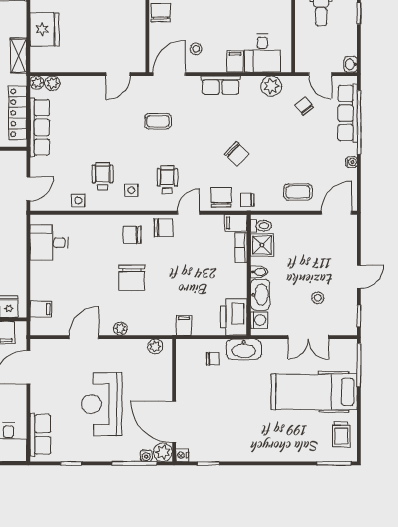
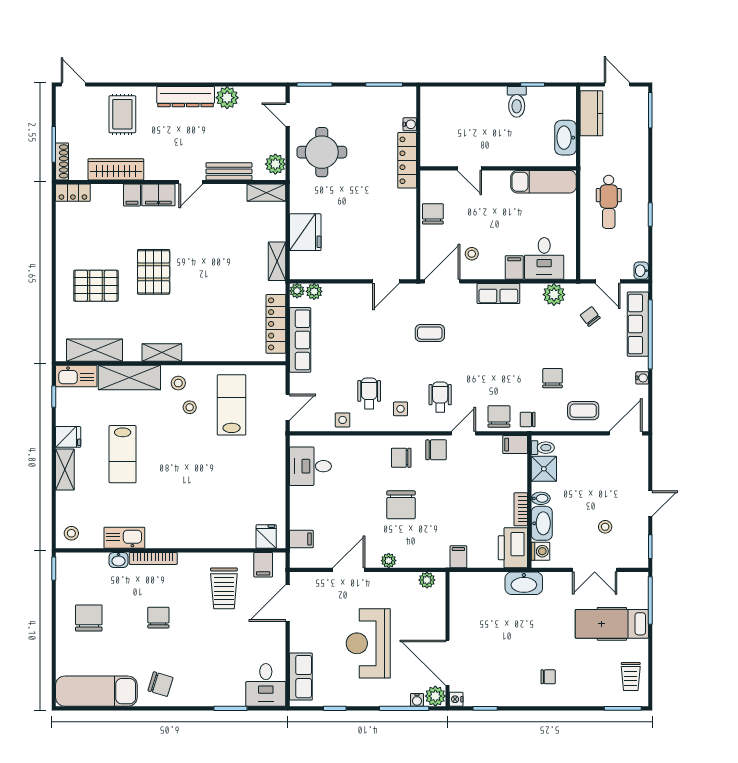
chair: (237, 154) -> (553, 378), moved, turned -133
bookcase: (241, 248) -> (521, 509), moved
chair: (213, 359) -> (548, 677), moved
hospital bed: (314, 392) -> (612, 624), width x0.73, depth x0.78

